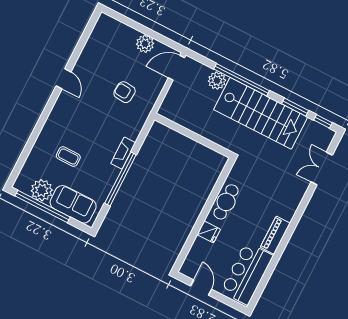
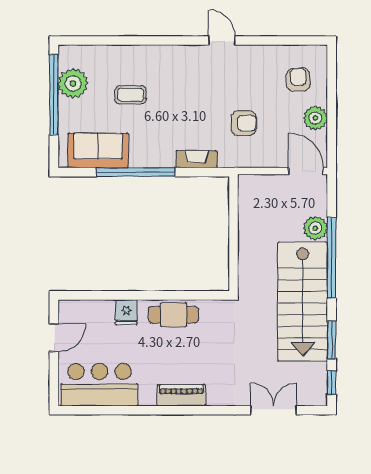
armchair: (114, 42) -> (298, 80), added
door: (63, 79) -> (222, 41), swing flipped
armchair: (125, 92) -> (244, 123), turned 85
fireplace: (123, 153) -> (196, 159), moved
coffee table: (68, 156) -> (131, 95), turned 90
sofa: (73, 204) -> (98, 150), moved, turned -90
piano: (275, 235) -> (181, 395), moved

